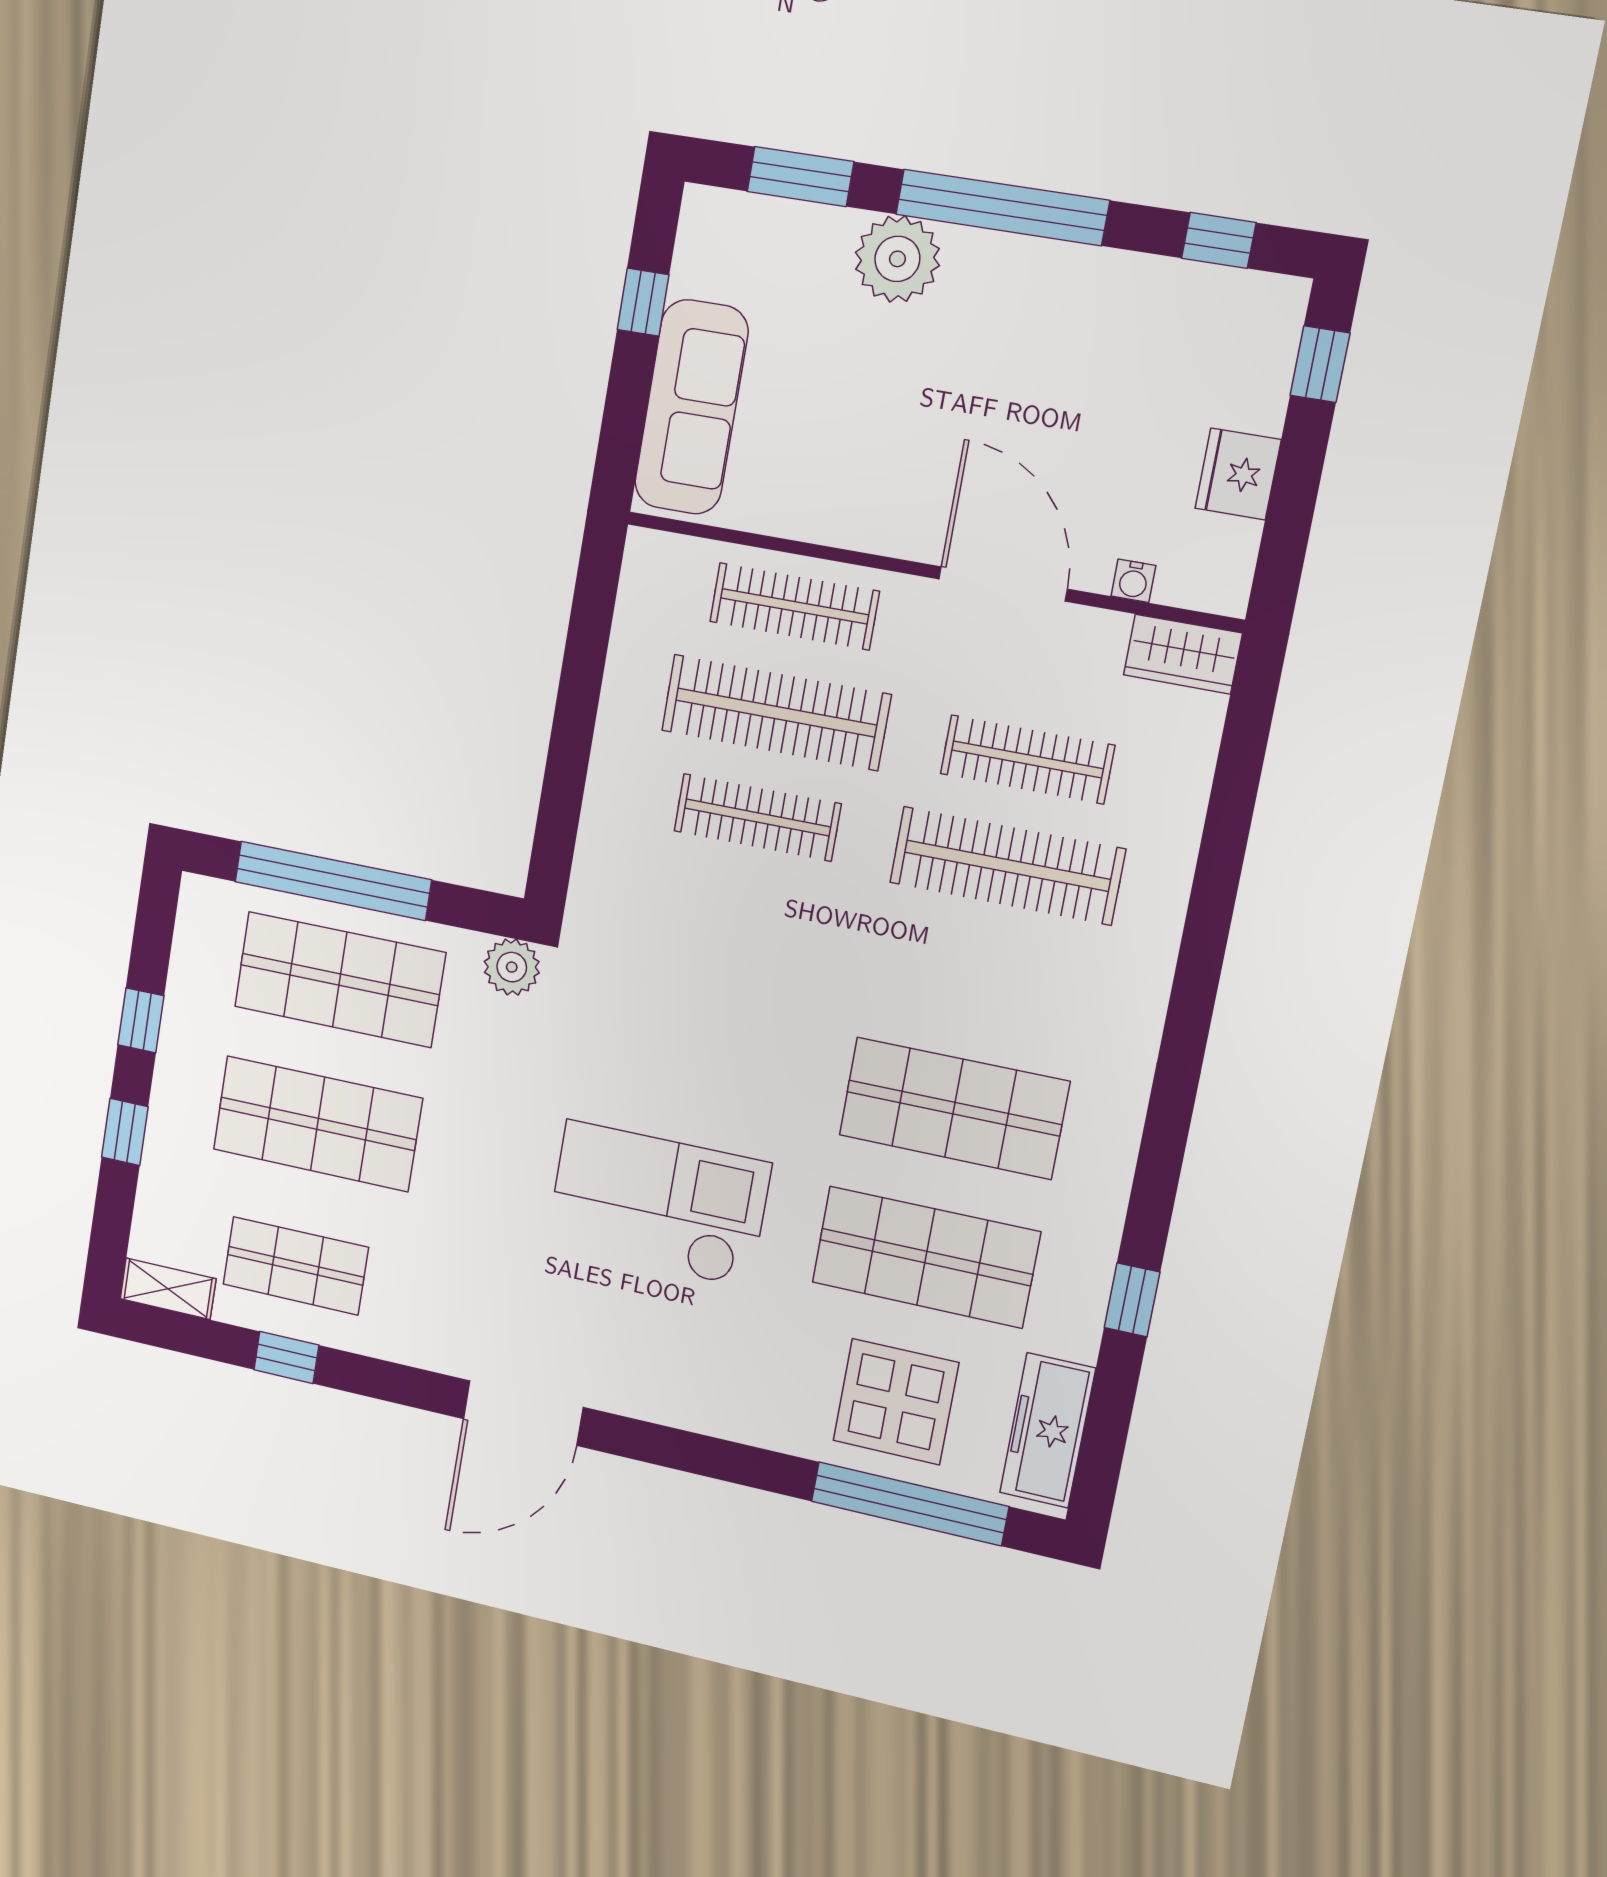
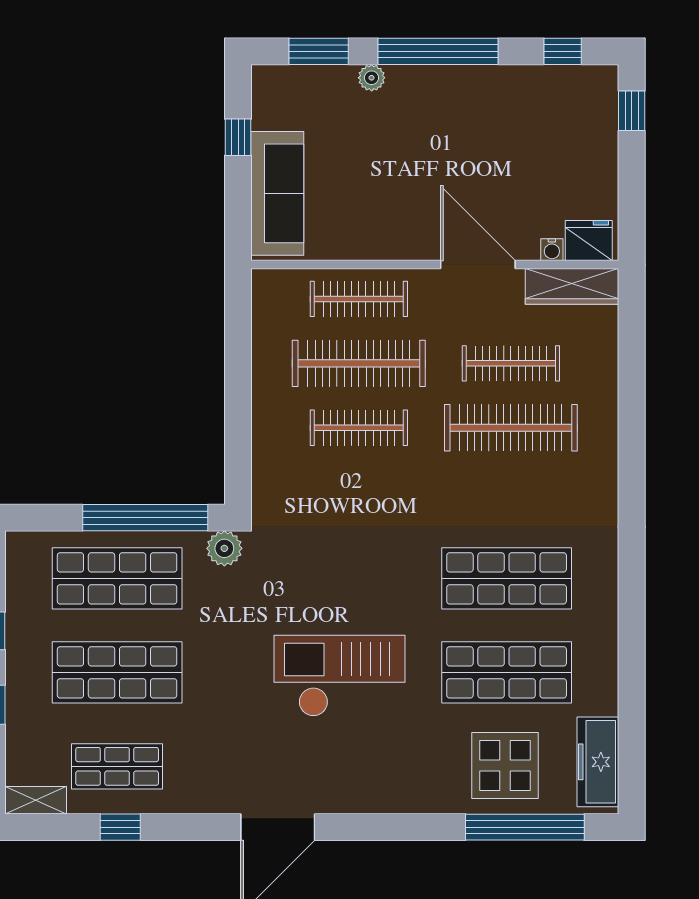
plant: (897, 259) -> (372, 78), width x0.53, depth x0.53
fridge: (1238, 474) -> (589, 240), moved, turned 90
wardrobe: (1183, 654) -> (572, 286), width x1.50
window: (333, 881) -> (145, 518), moved
window: (1132, 1300) -> (632, 671), removed

